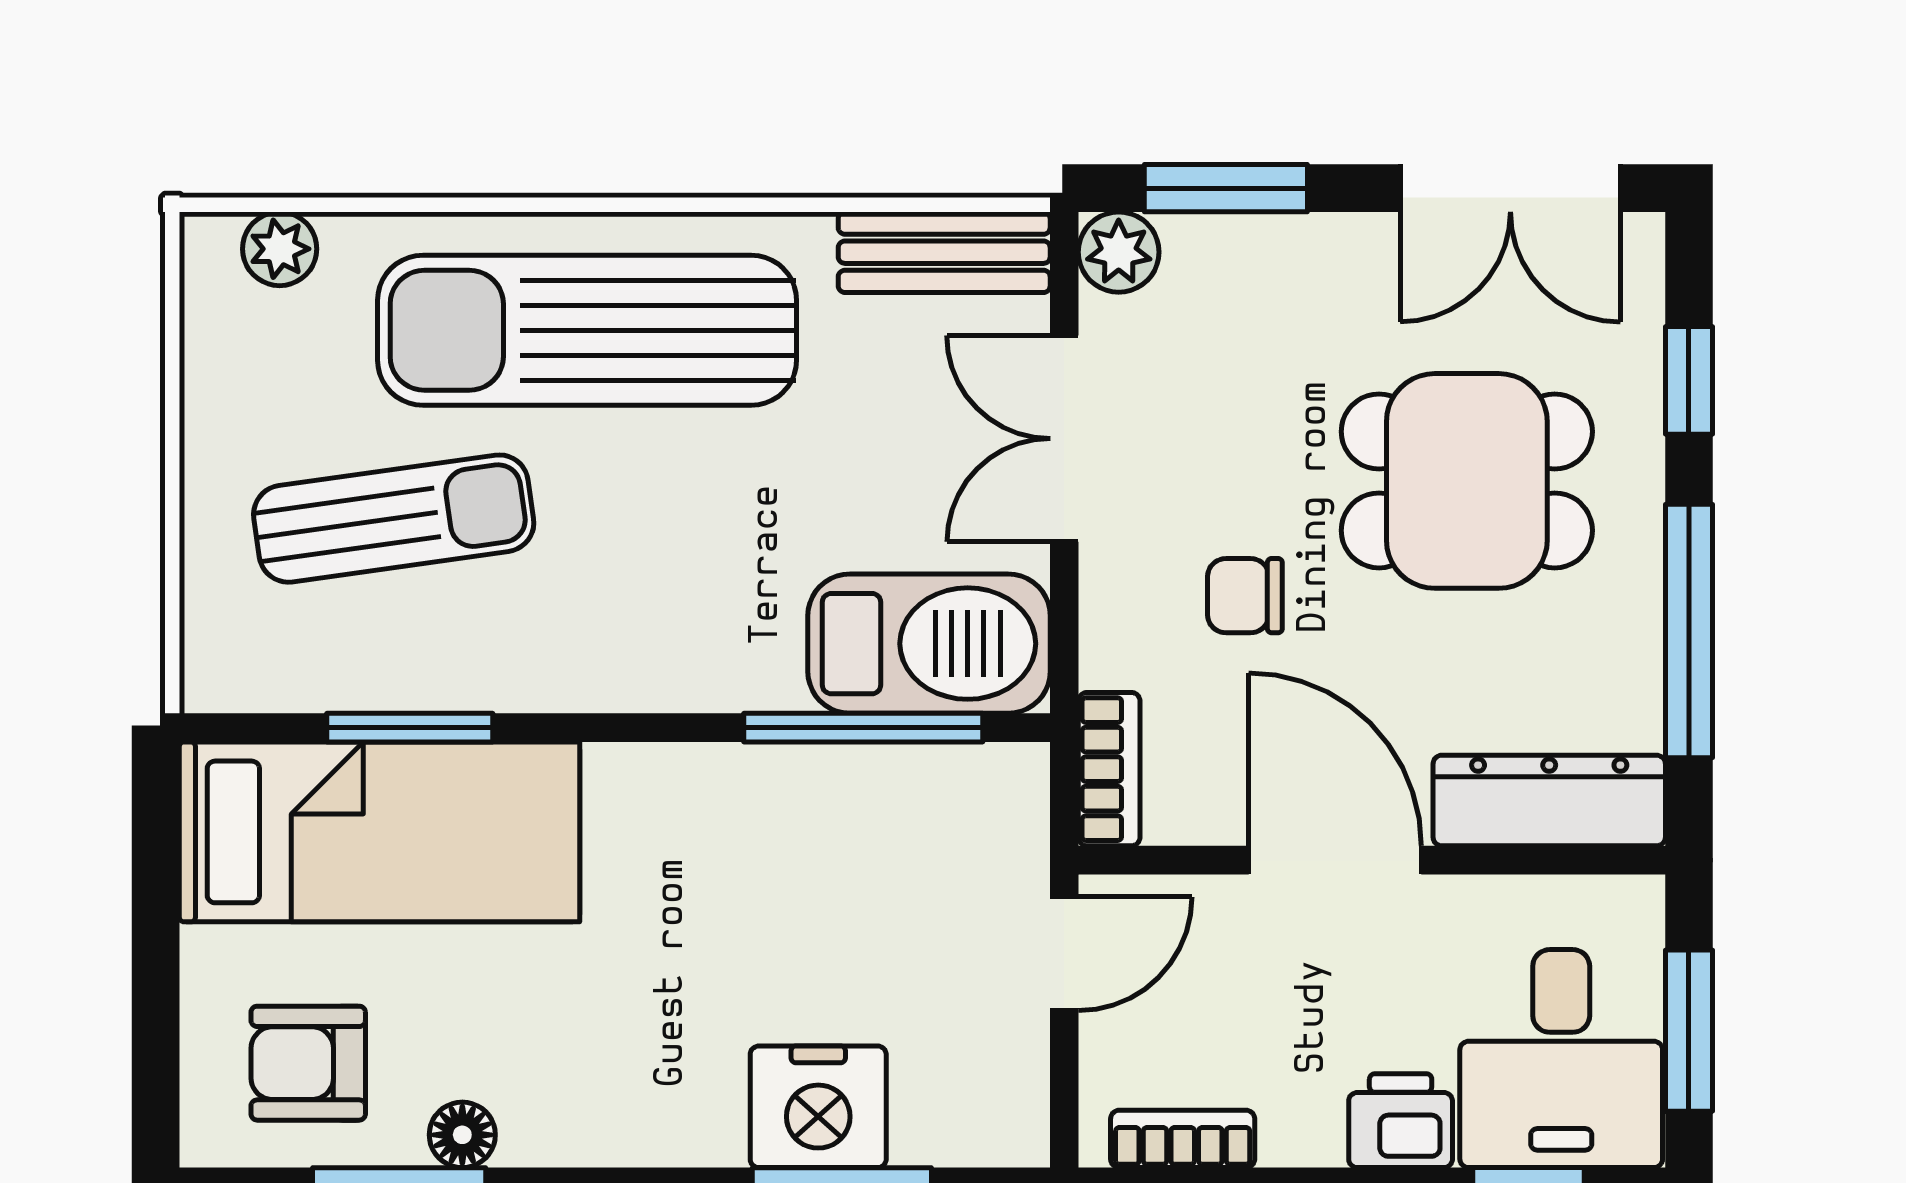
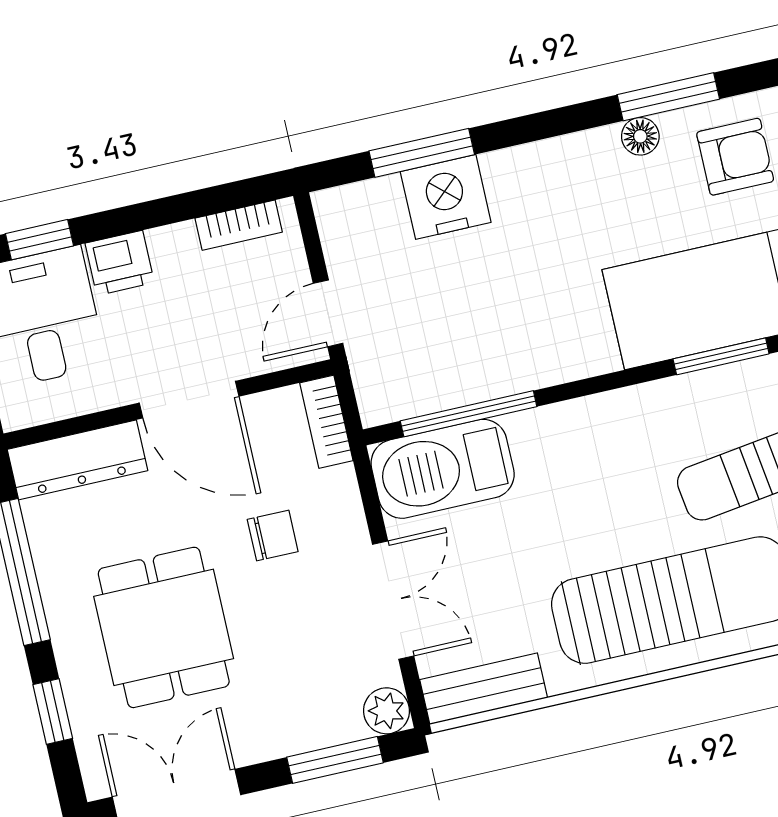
dining table: (1467, 481) -> (164, 627), turned 90

